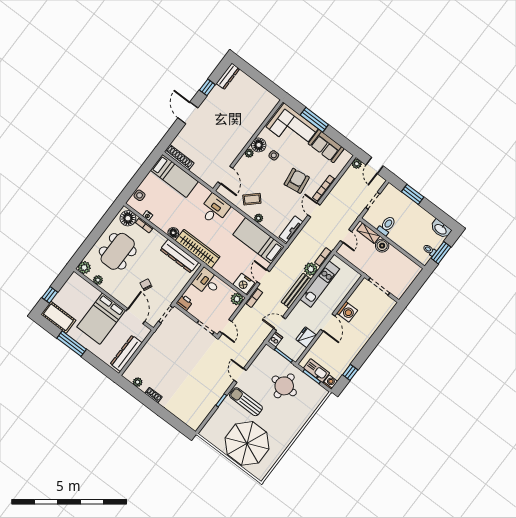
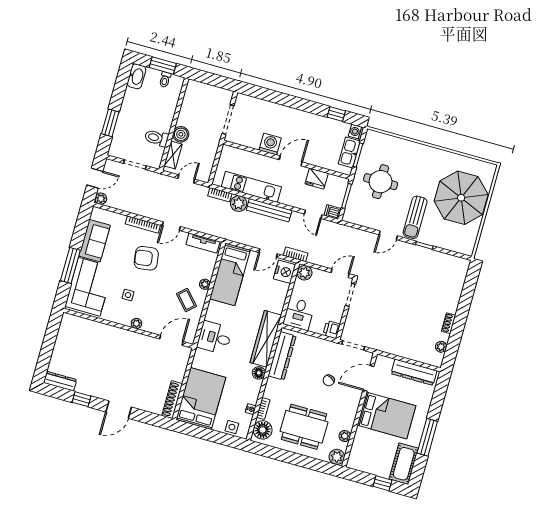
floor lamp: (259, 145) -> (123, 316), removed
bed: (174, 176) -> (201, 399), width x1.50

